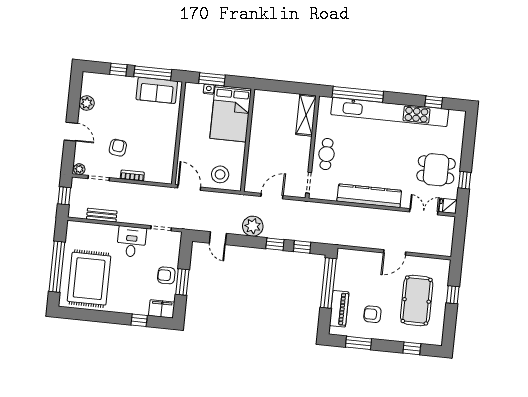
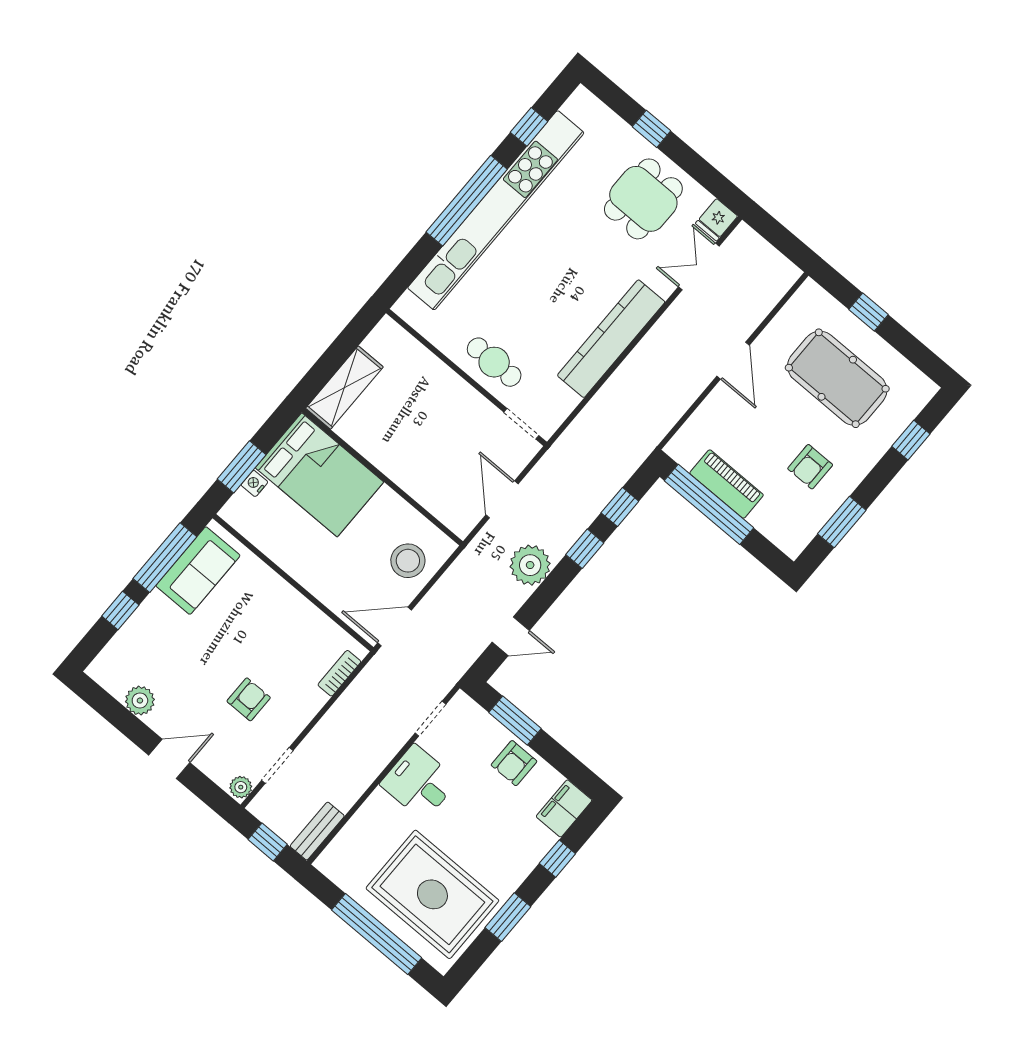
window: (358, 94) -> (467, 201), moved
shelving: (306, 115) -> (344, 388), moved, turned 90
armchair: (118, 148) -> (249, 699), turned 83
bookcase: (132, 176) -> (339, 673), moved
window: (465, 180) -> (652, 129), moved
bench: (102, 215) -> (317, 831), moved
window: (182, 282) -> (515, 720), moved
piano: (339, 309) -> (727, 484), moved
window: (101, 316) -> (508, 917), added

